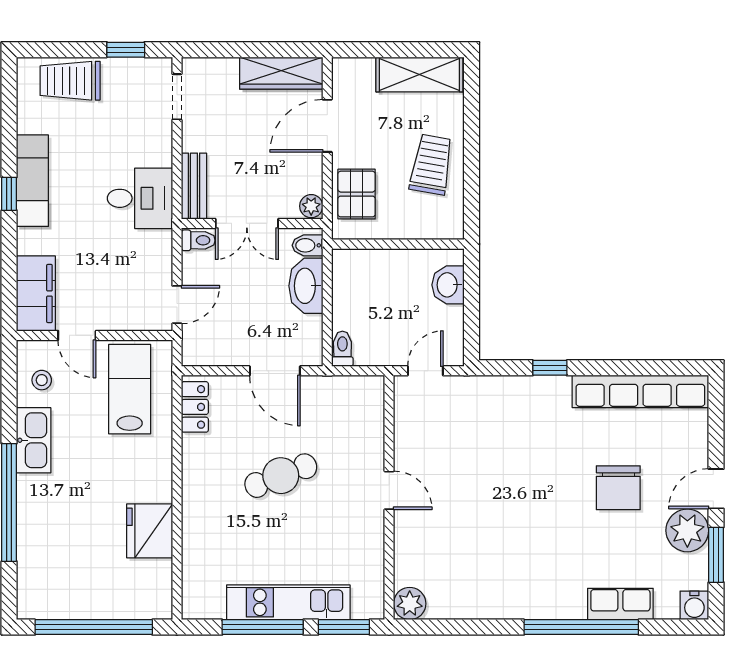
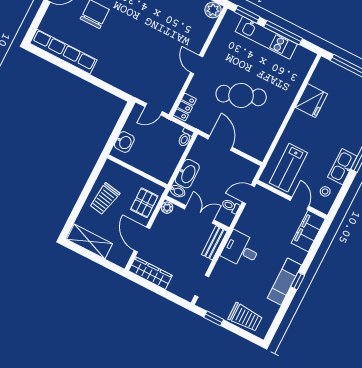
door: (327, 126) -> (142, 239), swing flipped
toilet: (198, 240) -> (231, 206), moved
window: (550, 368) -> (98, 83), removed
locker: (195, 407) -> (185, 107), moved, turned 180
cafe table: (281, 476) -> (241, 95), width x1.37, depth x1.35

